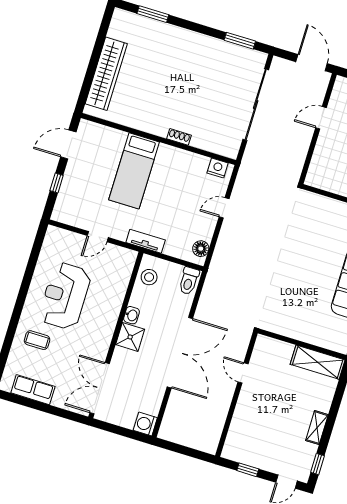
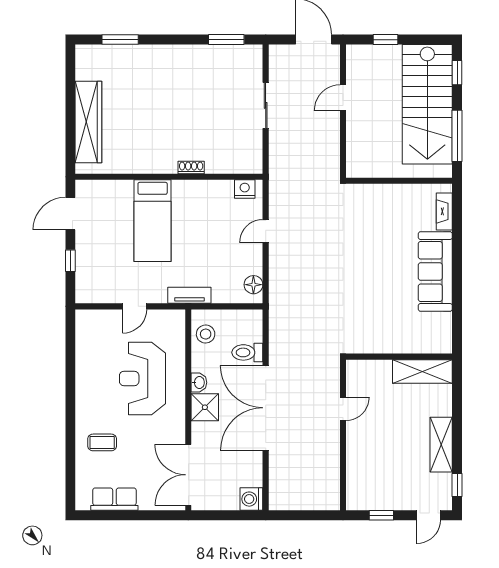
sliding door: (256, 105) -> (266, 105), width x0.54
toilet: (189, 281) -> (247, 352), moved, turned 90
reception desk: (65, 296) -> (142, 378), moved
double door: (180, 353) -> (266, 408), swing flipped
door: (243, 373) -> (343, 409), swing flipped
shelving: (317, 428) -> (441, 445), width x1.50, depth x1.33

